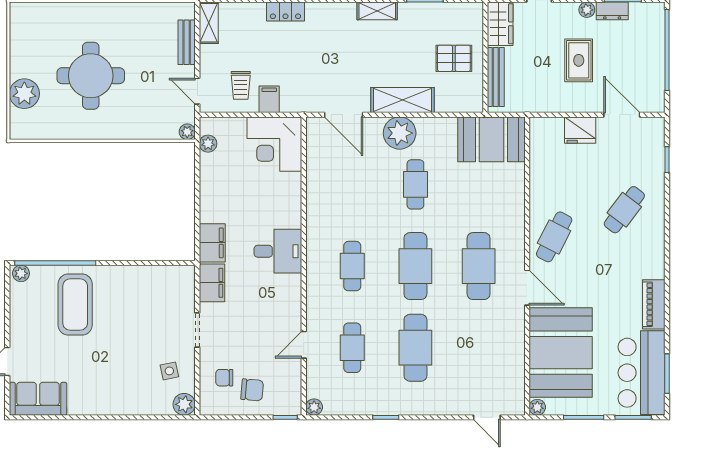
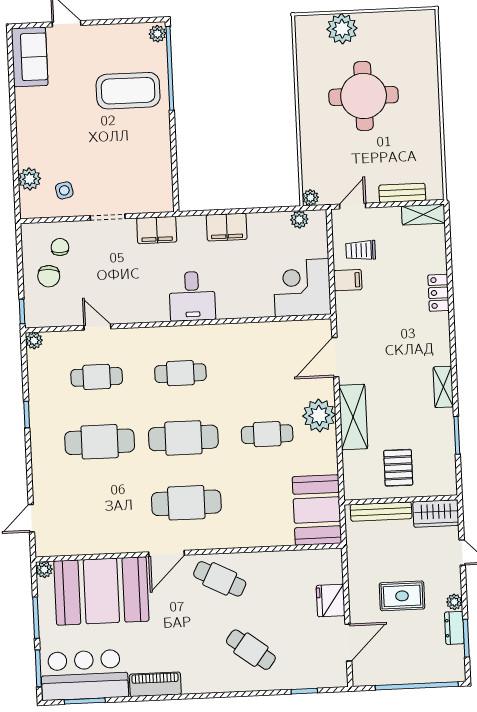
filing cabinet: (212, 243) -> (227, 227), moved
plant: (184, 404) -> (30, 179), moved

